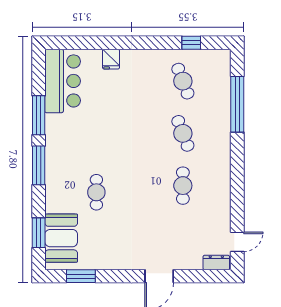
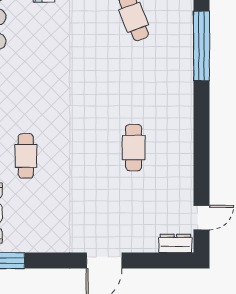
cafe table: (183, 133) -> (134, 82), removed

